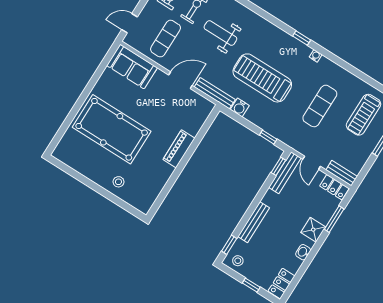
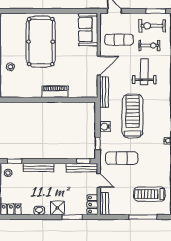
door: (180, 80) -> (99, 65), hinge flipped
exercise mat: (320, 106) -> (122, 158), moved
water cooler: (240, 108) -> (105, 127), moved
door: (312, 163) -> (99, 180), swing flipped

